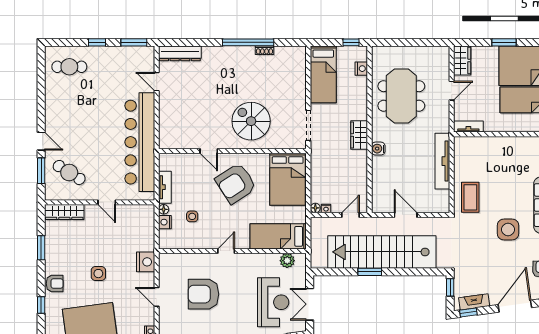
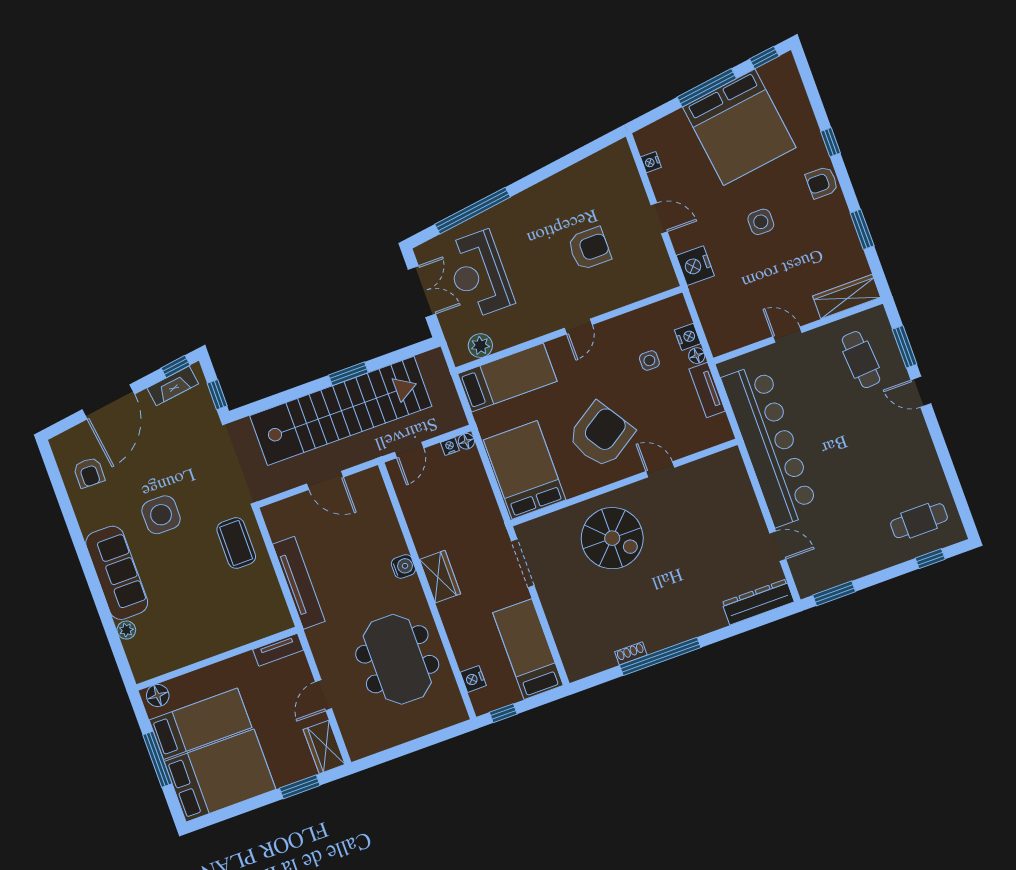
window: (97, 42) -> (930, 559), moved
window: (504, 42) -> (300, 787), moved
cafe table: (69, 172) -> (861, 360), turned 54
armchair: (203, 294) -> (589, 248), width x0.73, depth x0.73

